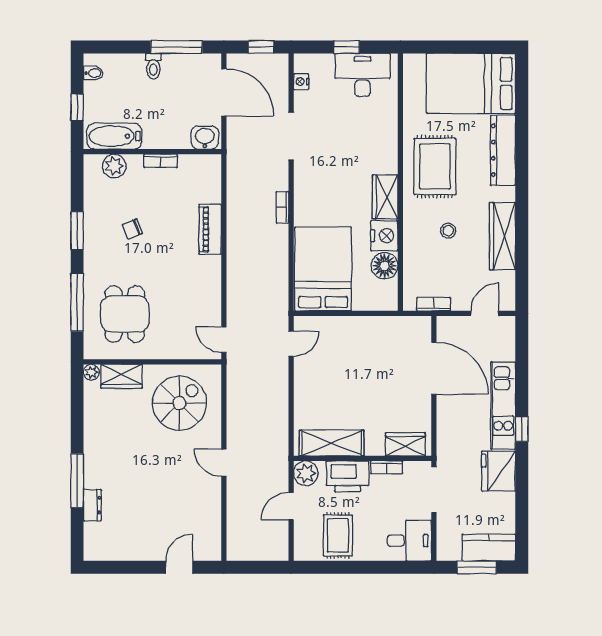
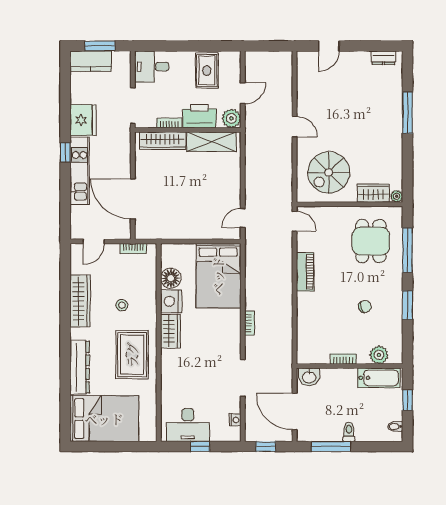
piano: (210, 229) -> (305, 272), moved
wardrobe: (405, 444) -> (162, 141), width x1.50
dresser: (92, 505) -> (383, 58), moved, turned -90

